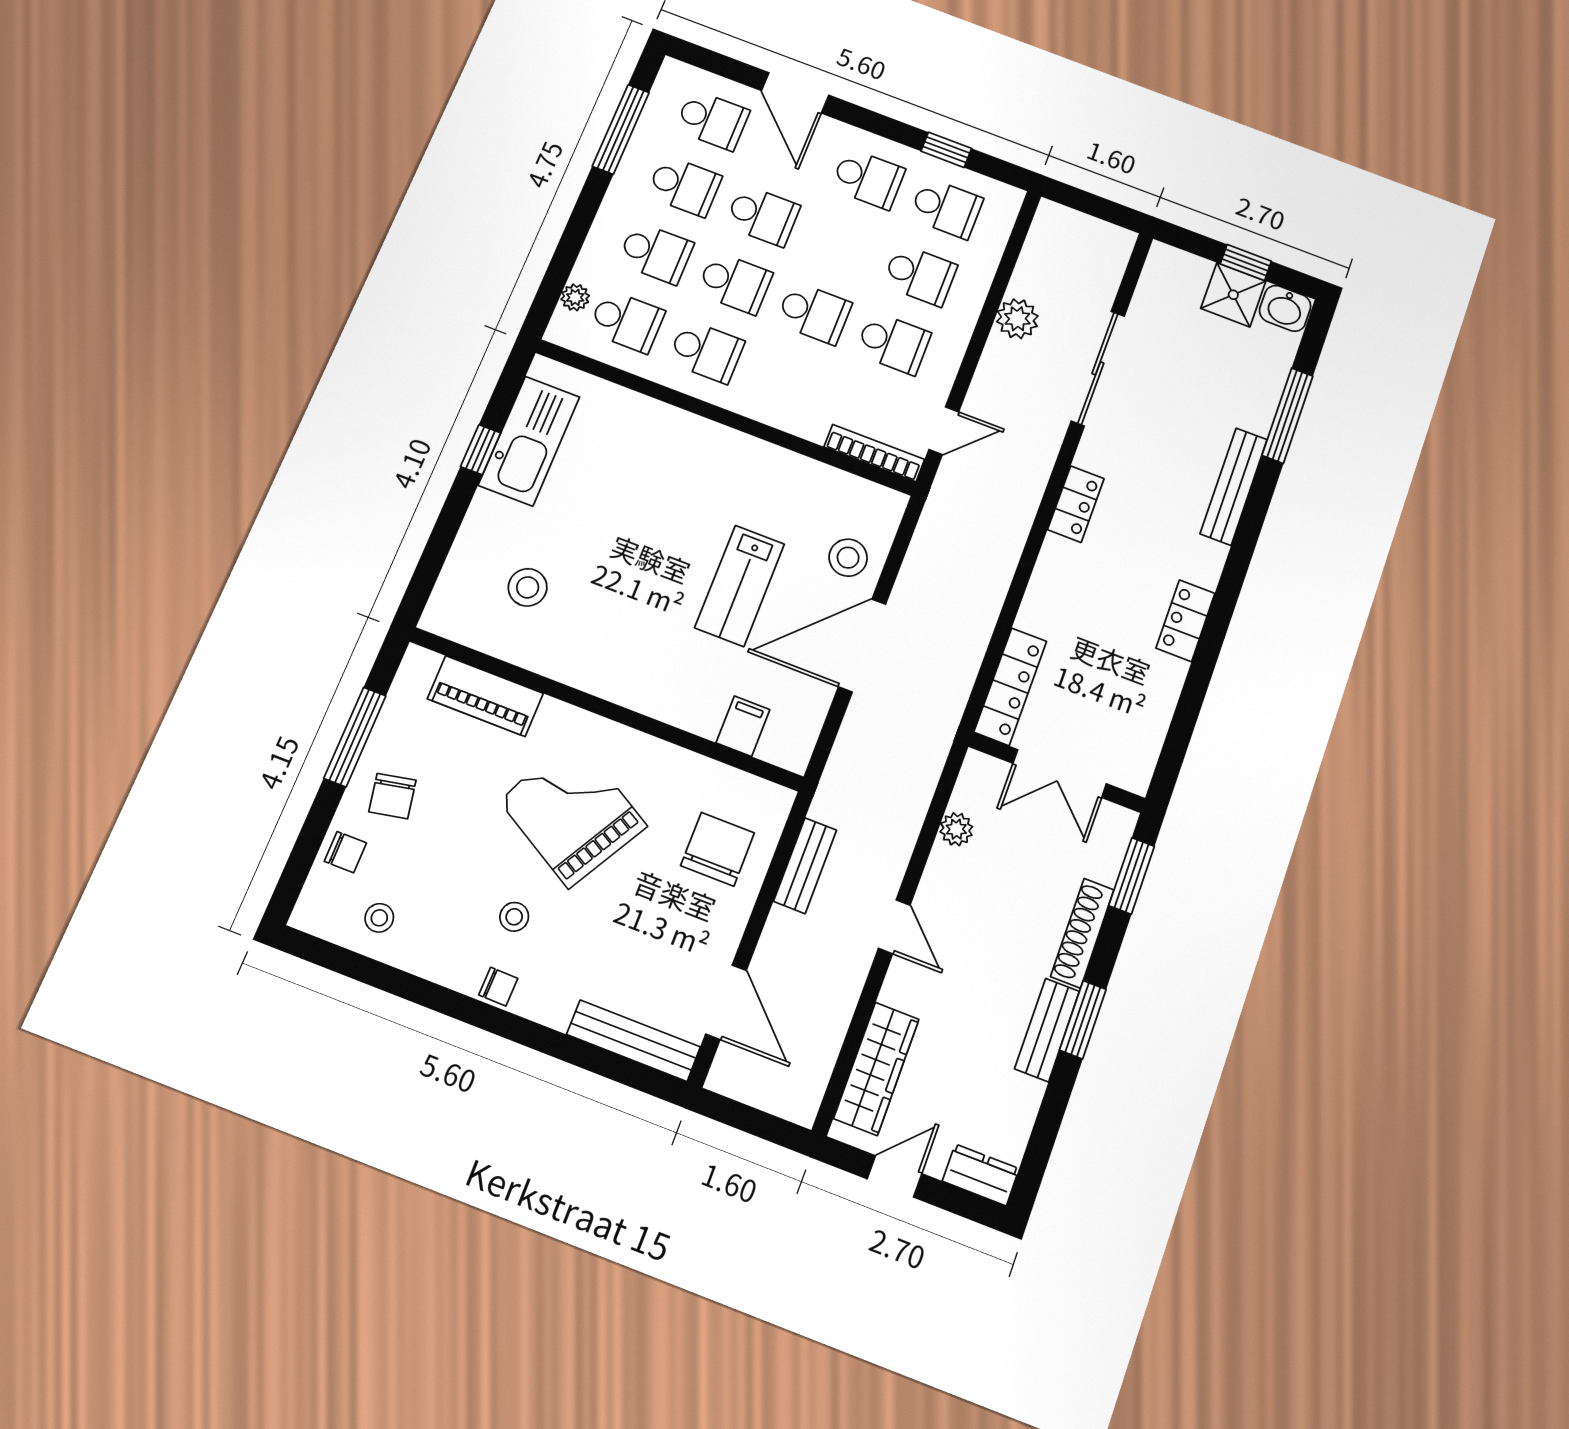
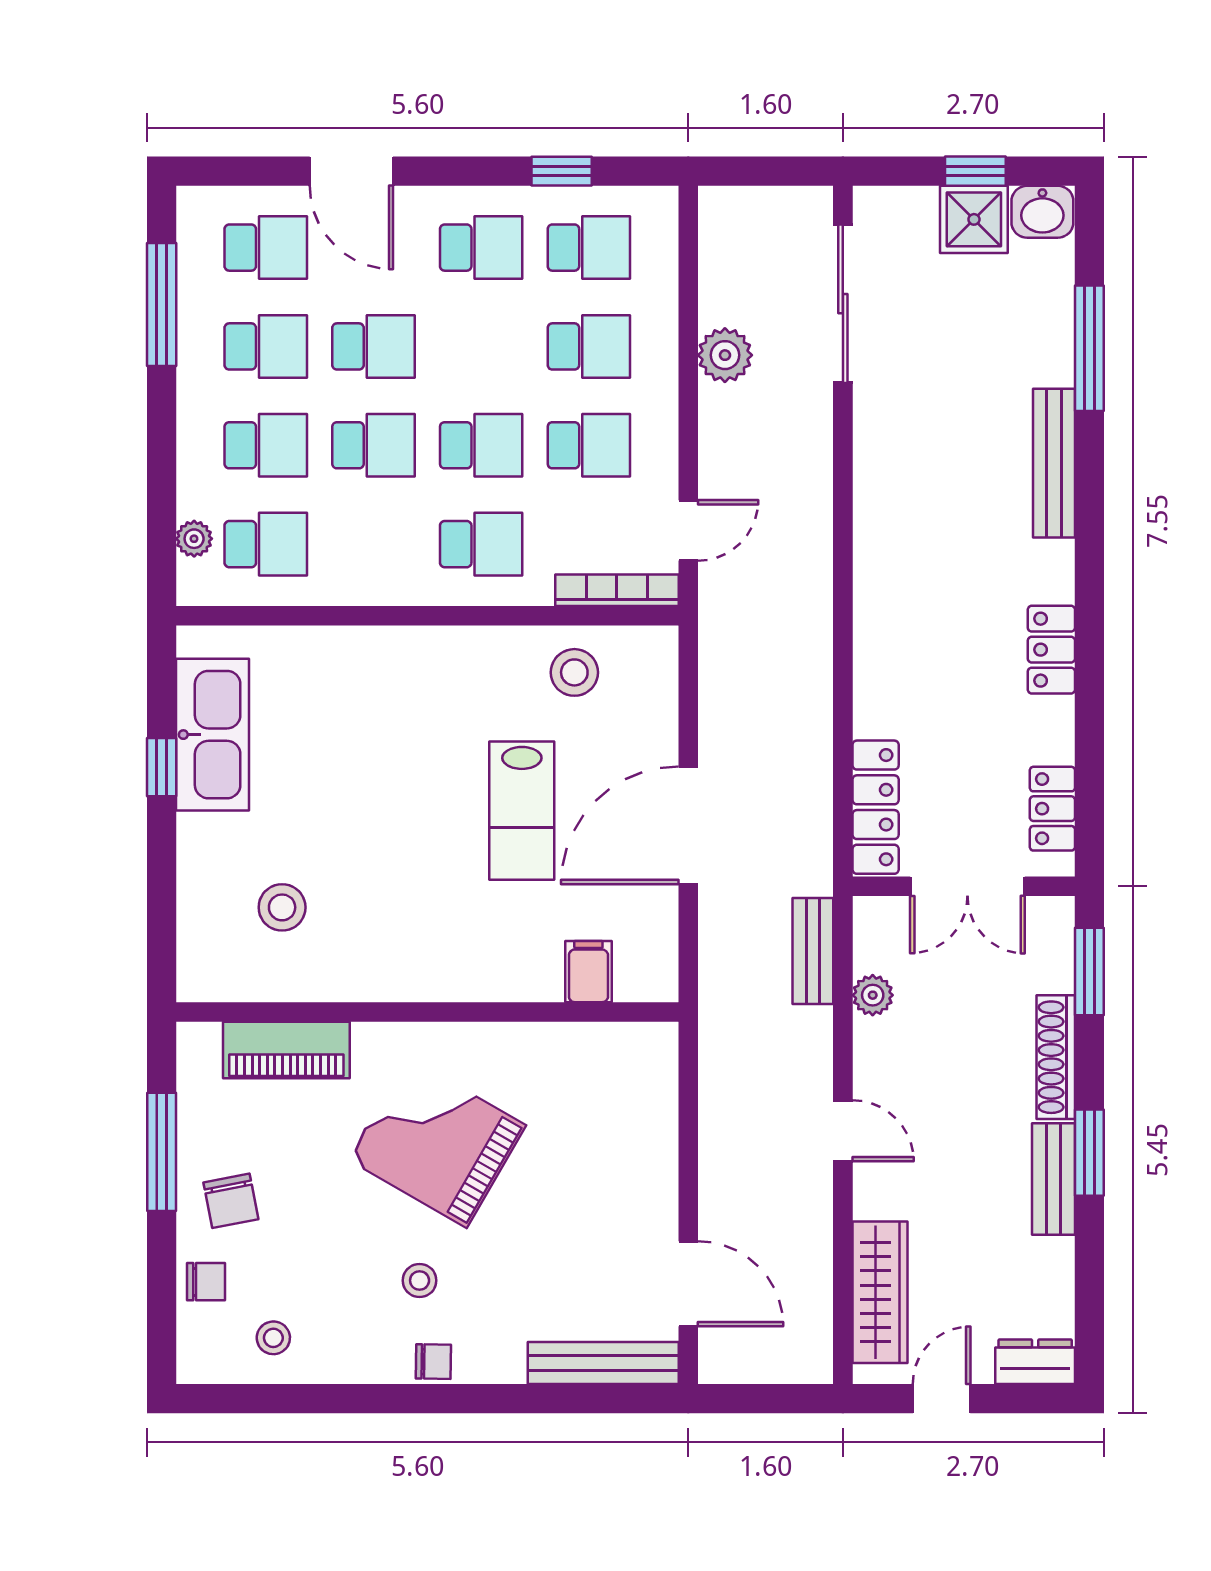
school desk: (706, 352) -> (481, 544), moved
sliding door: (1098, 368) -> (843, 304), moved
locker: (1076, 504) -> (1052, 809), moved, turned 180
stool: (848, 558) -> (574, 672), moved
chair: (718, 849) -> (614, 1121), removed
bench: (805, 866) -> (813, 951), moved

